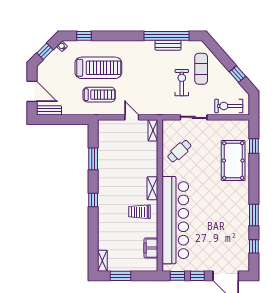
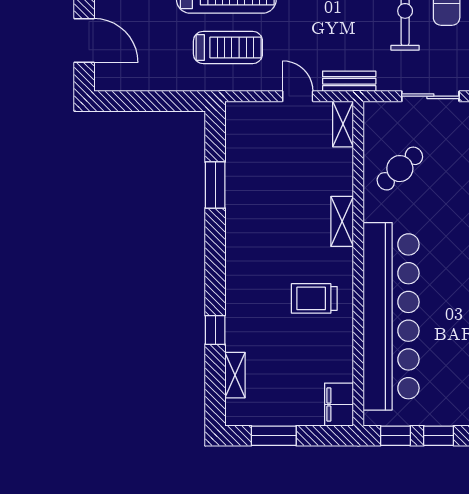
bench: (49, 110) -> (349, 81), moved
shelving: (152, 188) -> (342, 221), moved
window: (93, 200) -> (215, 330), moved
filing cabinet: (151, 248) -> (339, 405), moved
shelving: (102, 261) -> (235, 375), moved

